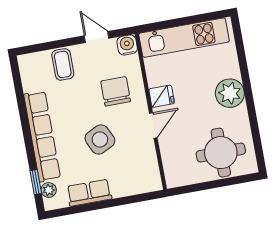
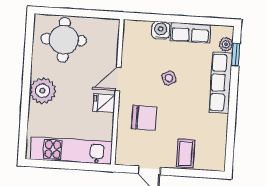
water cooler: (127, 45) -> (161, 30), moved, turned 180
chair: (116, 91) -> (144, 118), turned -90
row of seats: (42, 136) -> (221, 83), width x0.73
side table: (100, 139) -> (169, 78), width x0.54, depth x0.54

